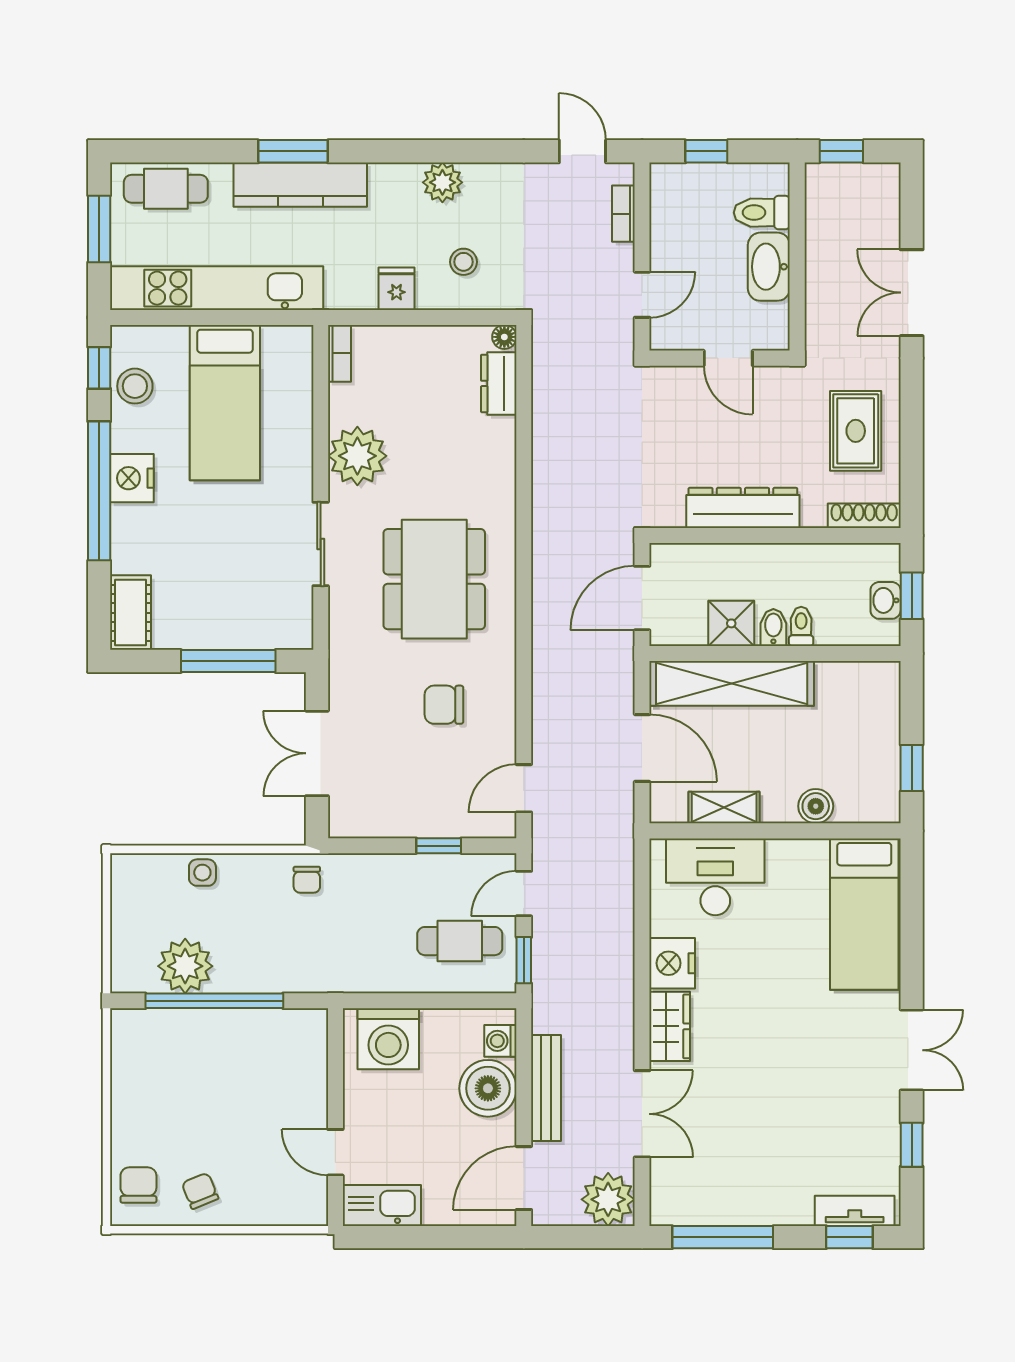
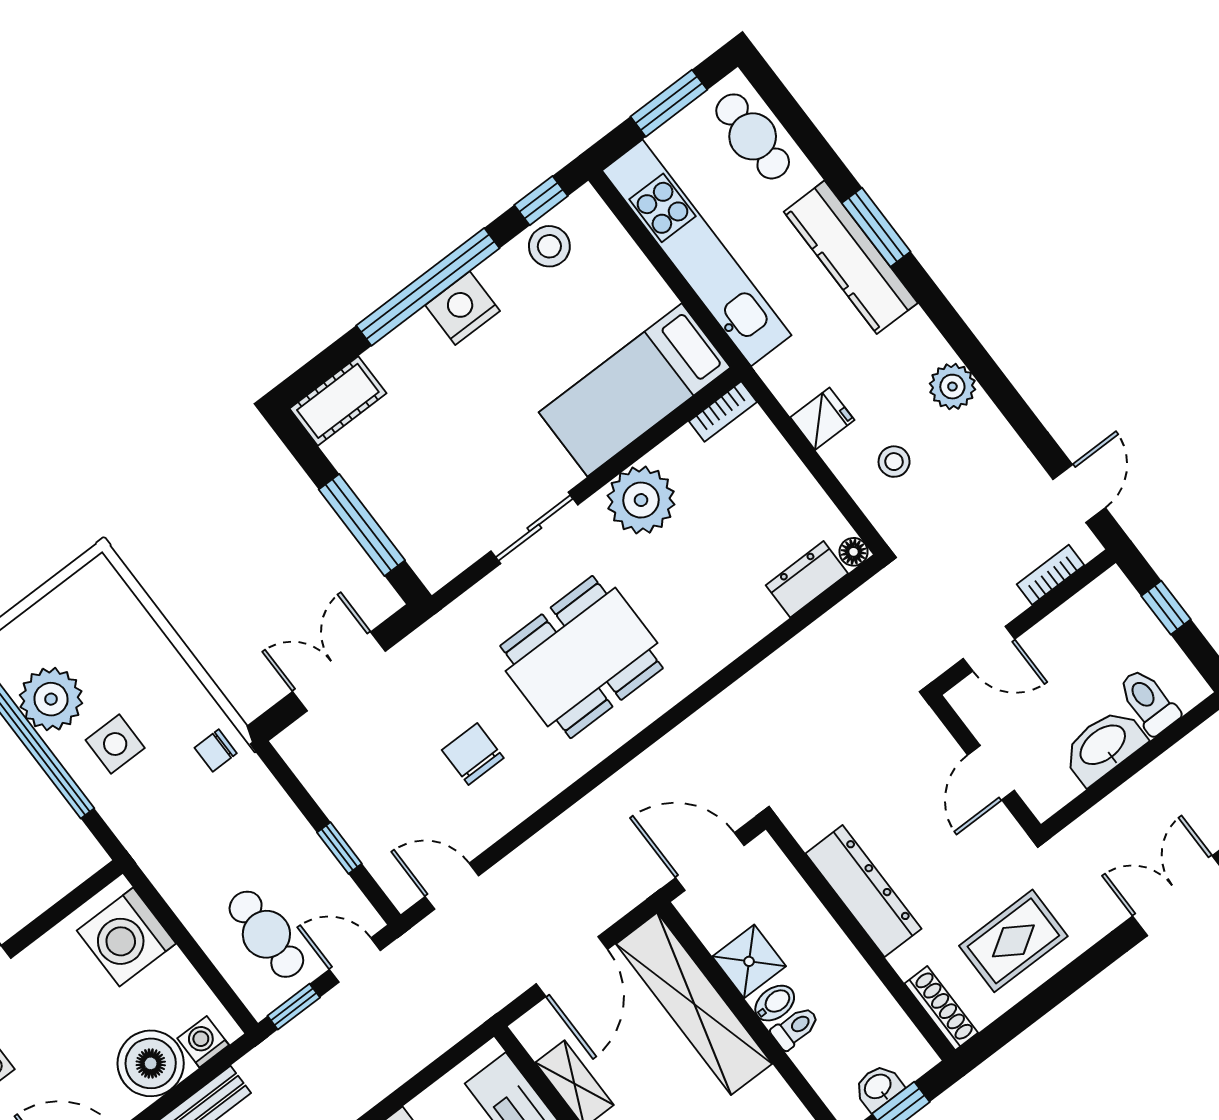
bed: (225, 403) -> (635, 390), moved
side table: (202, 873) -> (115, 744), moved, width x1.37, depth x1.37

